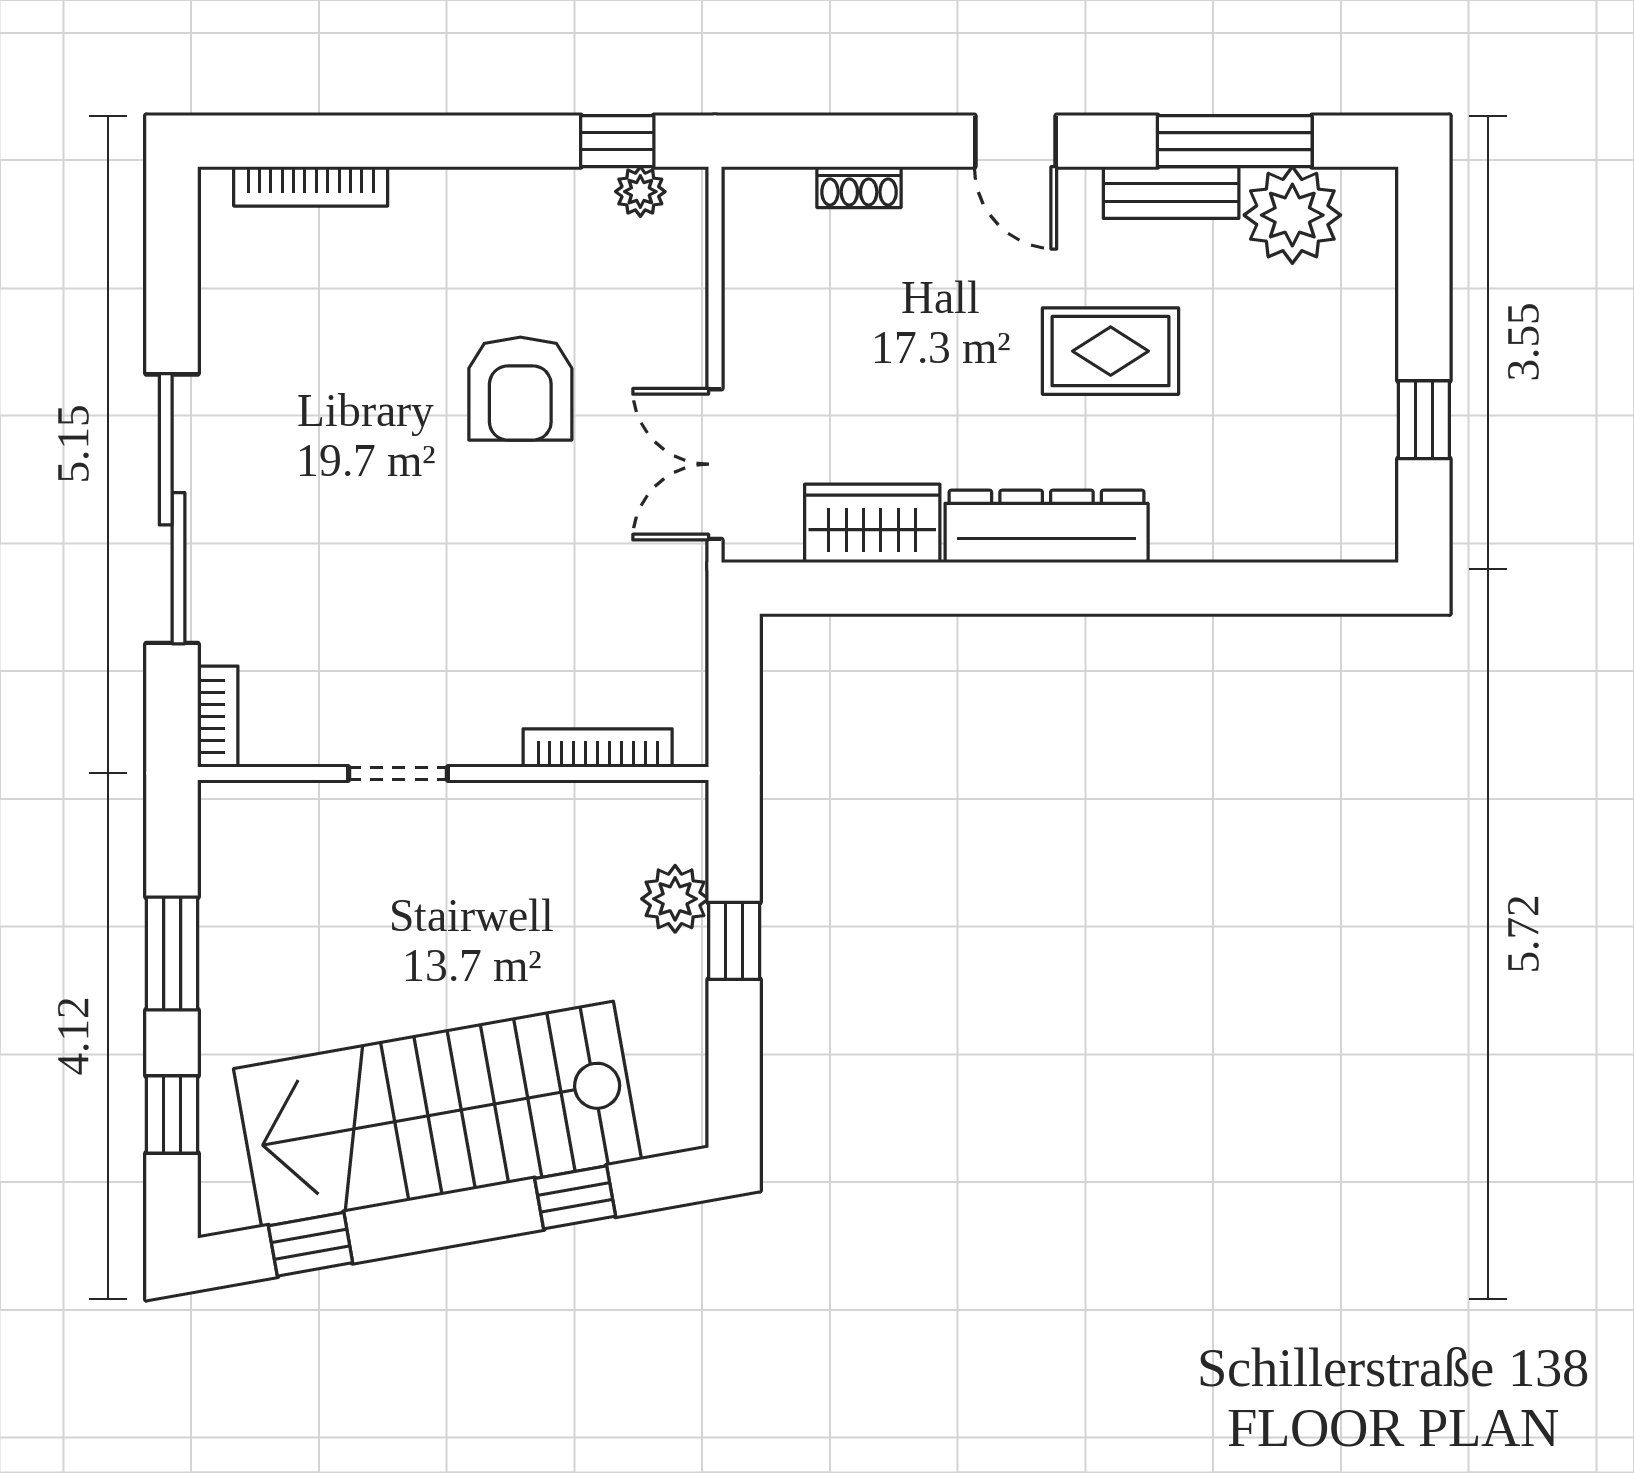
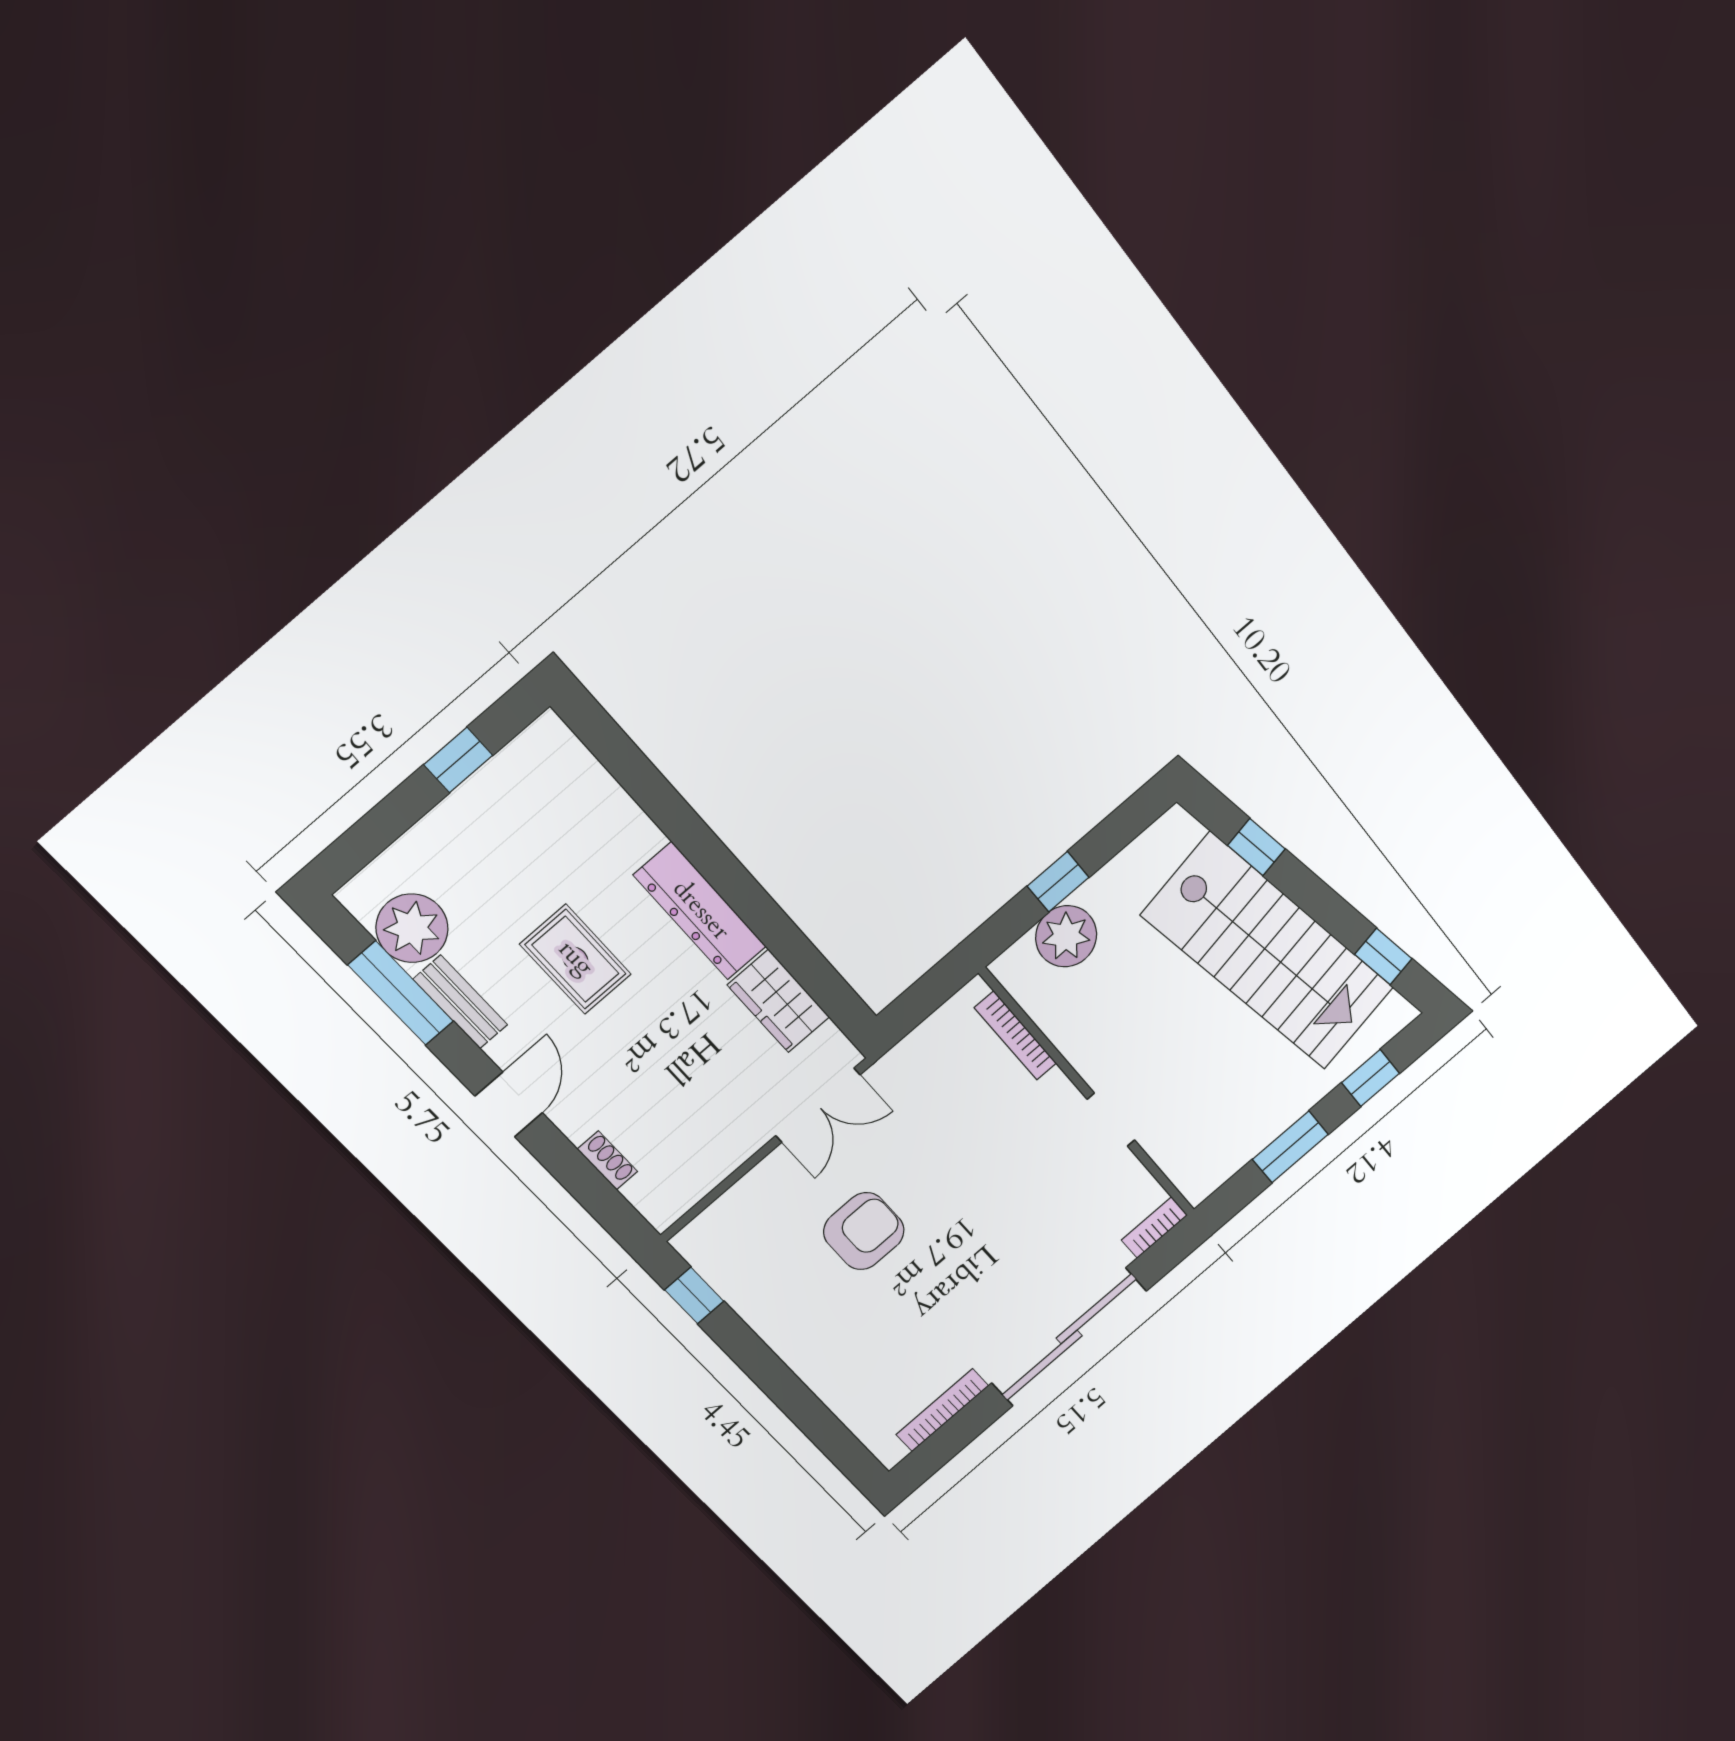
bookcase: (311, 186) -> (942, 1410), moved, turned -90
plant: (640, 192) -> (710, 1262), removed
plant: (675, 899) -> (1066, 936), width x1.36, depth x1.36

